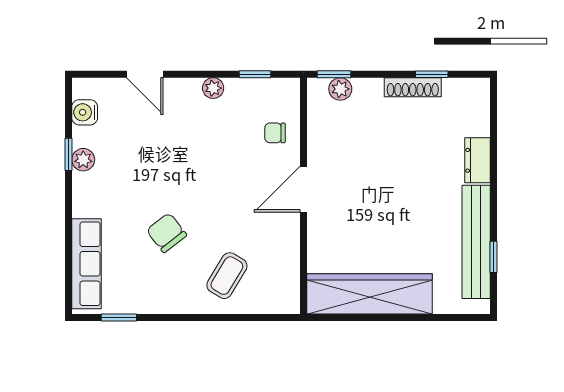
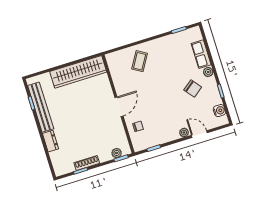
plant: (213, 88) -> (184, 133), moved
plant: (83, 160) -> (208, 72), moved
chair: (167, 233) -> (193, 89), moved
row of seats: (86, 264) -> (201, 54), width x0.68

